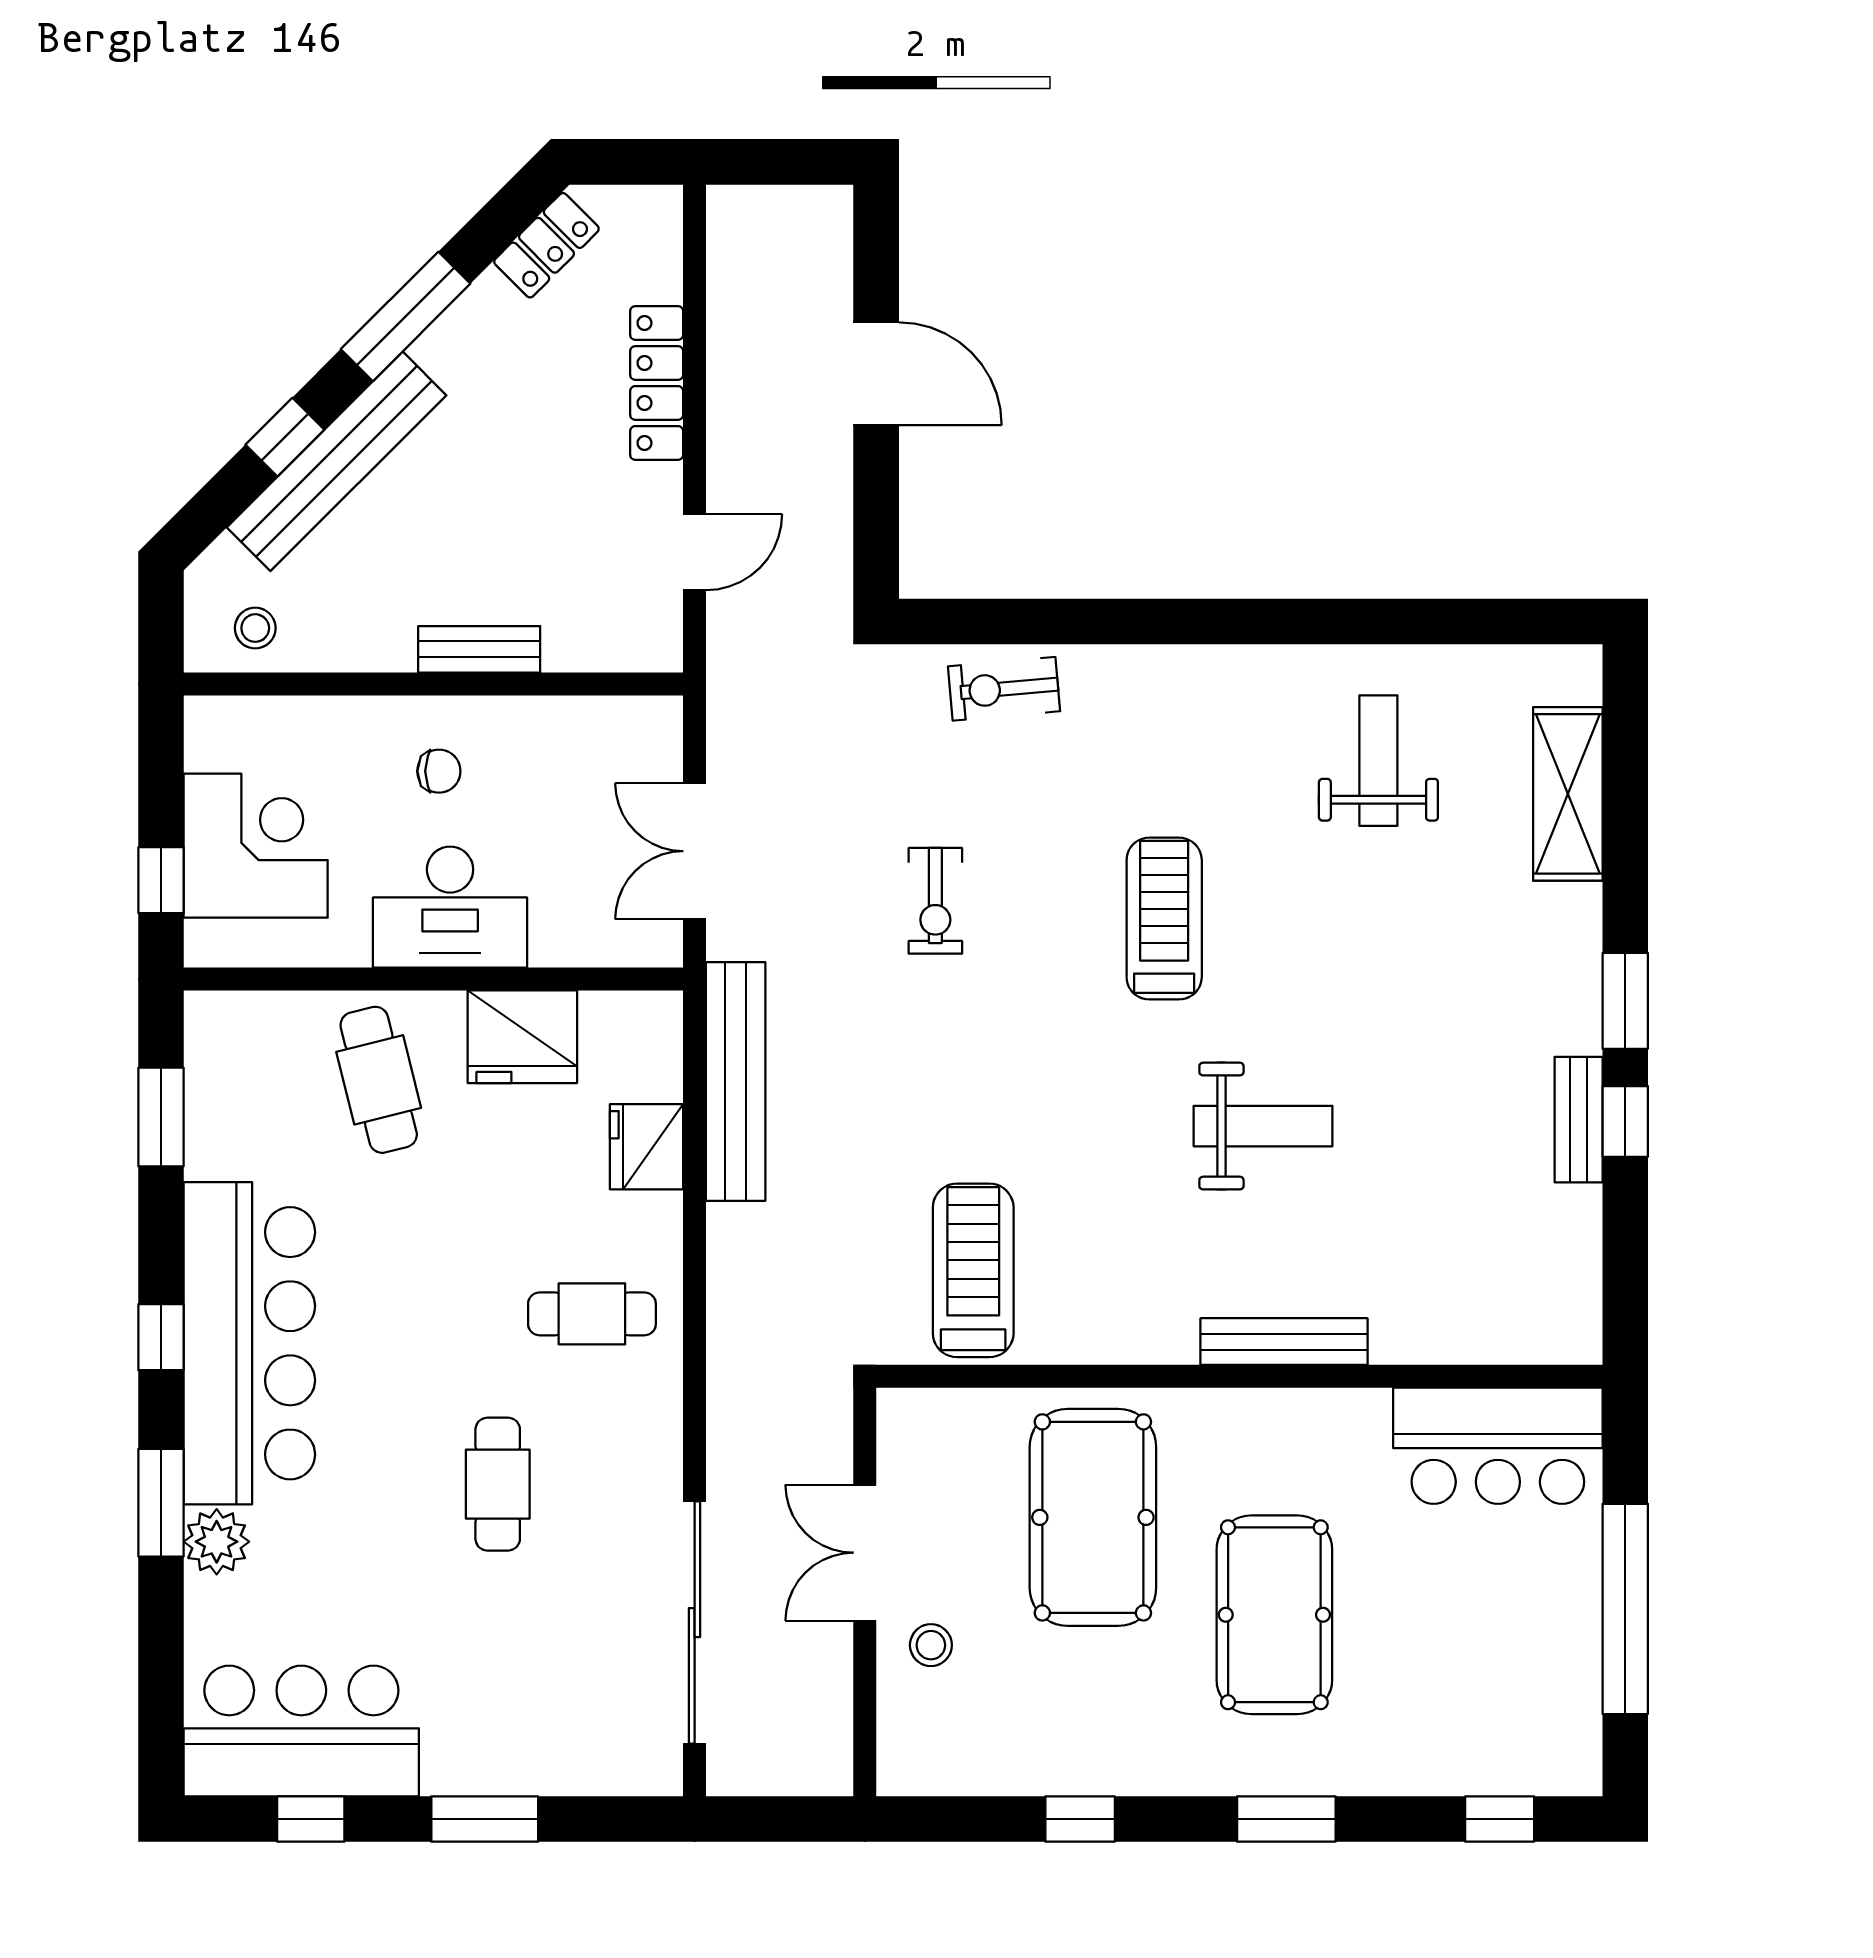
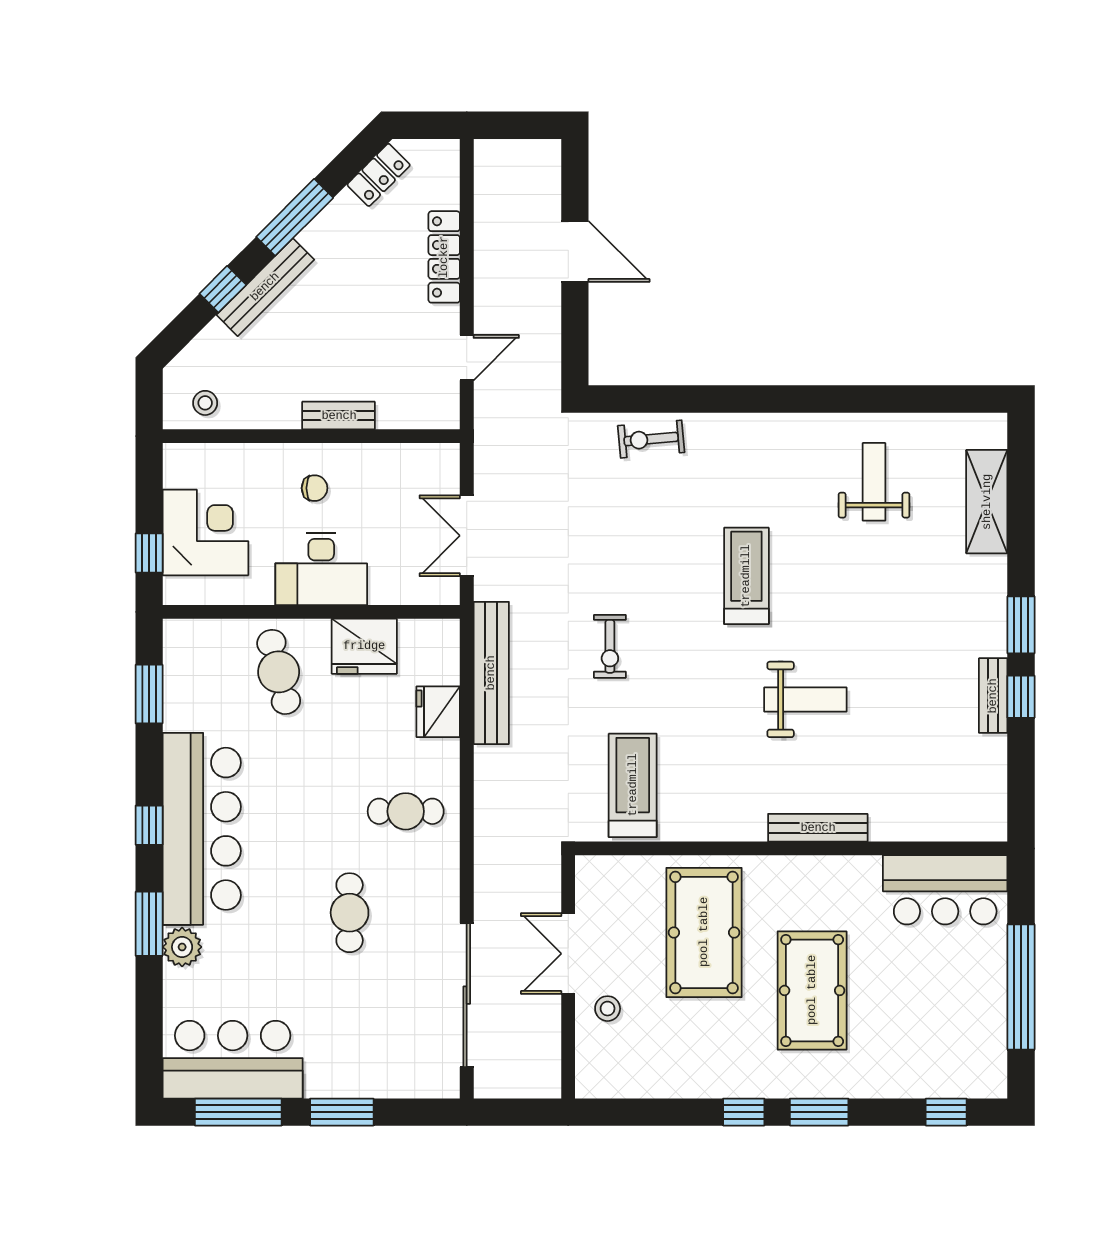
bench: (337, 461) -> (265, 287), width x0.73, depth x0.82
exercise bike: (935, 901) -> (610, 646), moved
window: (311, 1819) -> (238, 1112), width x2.17
window: (1080, 1819) -> (744, 1112), moved

